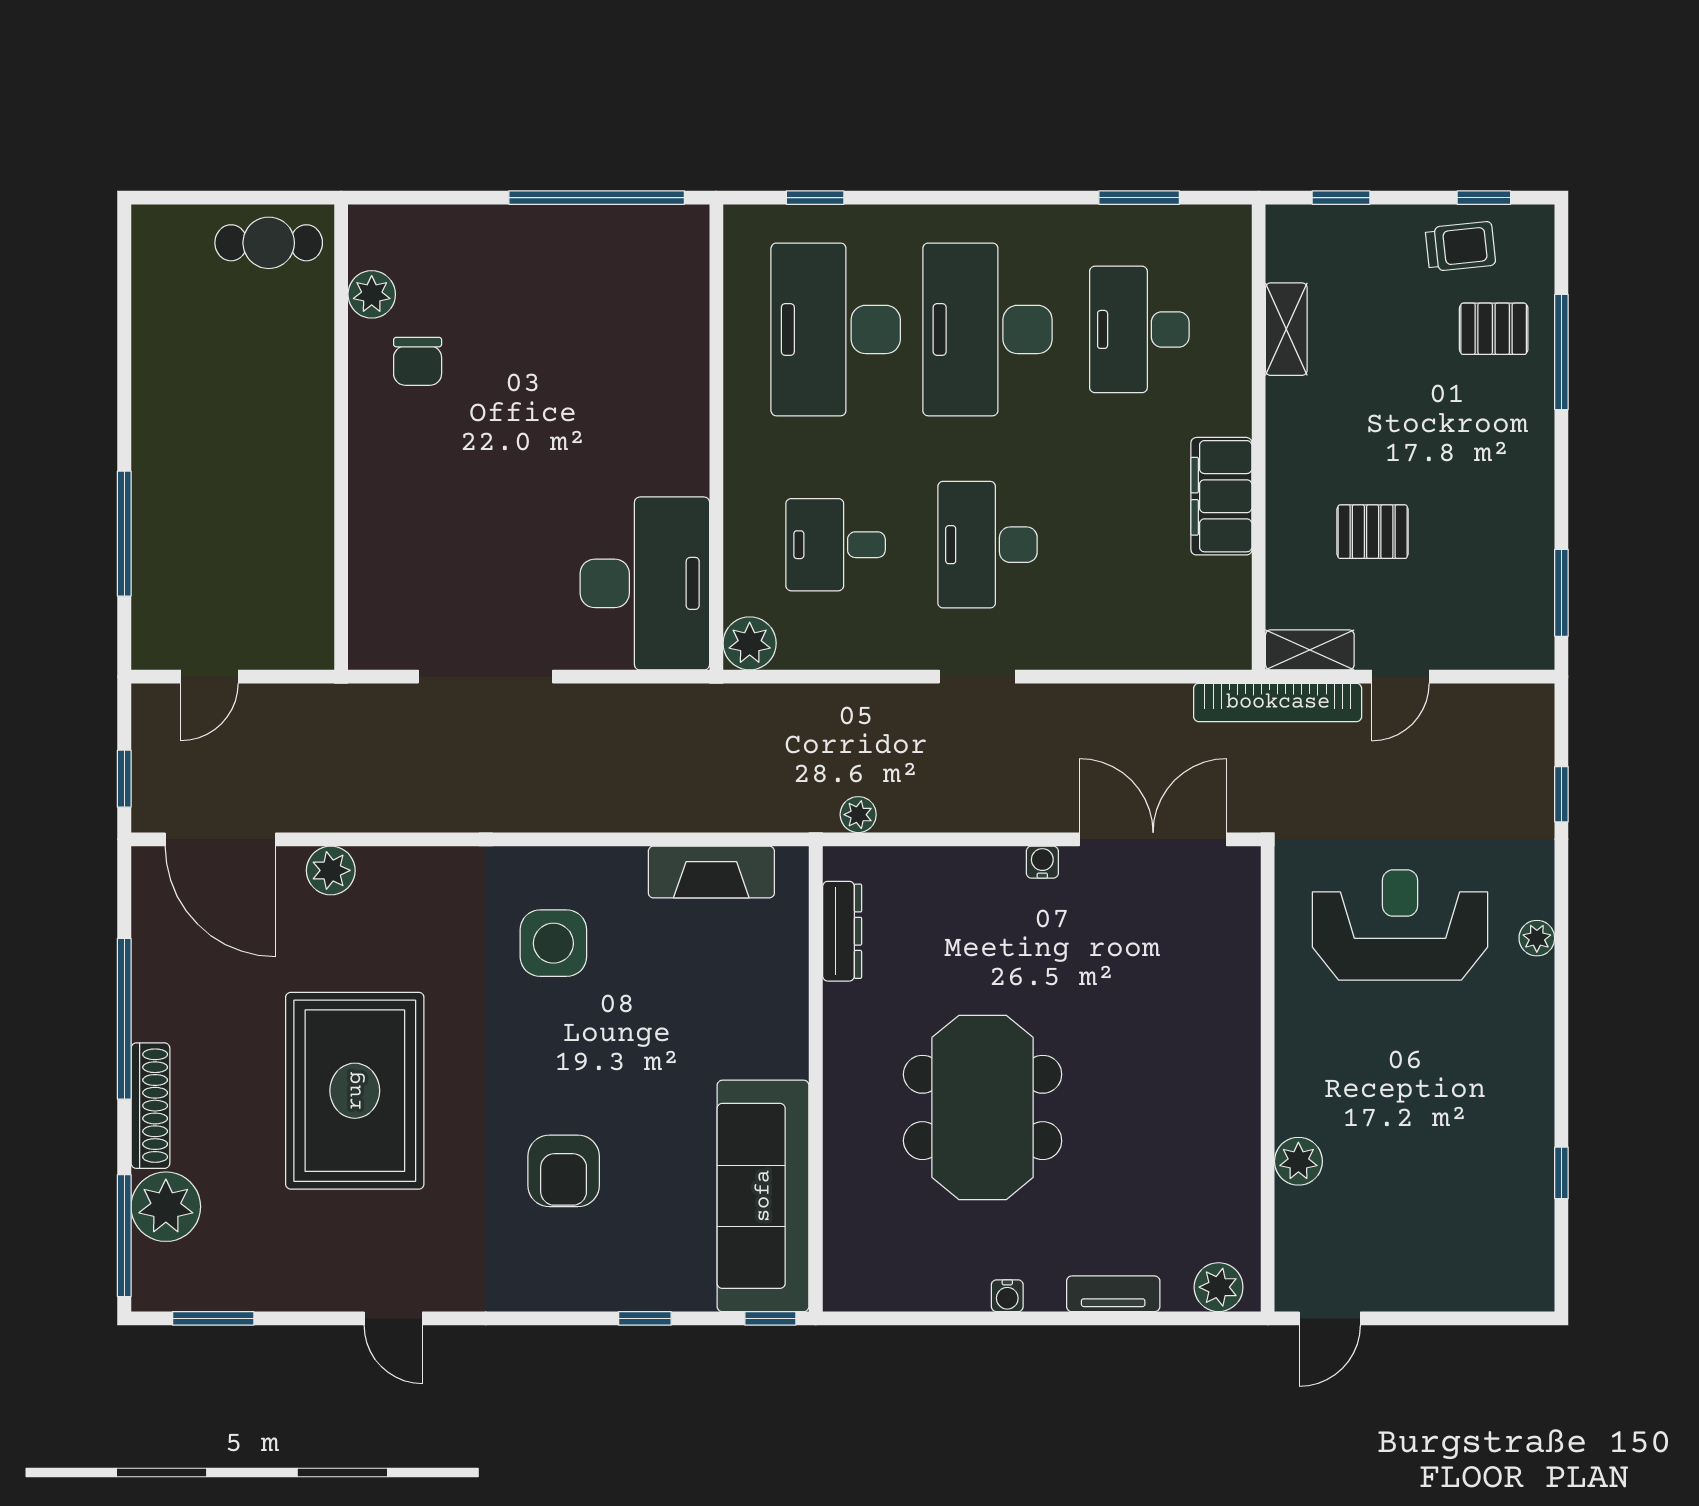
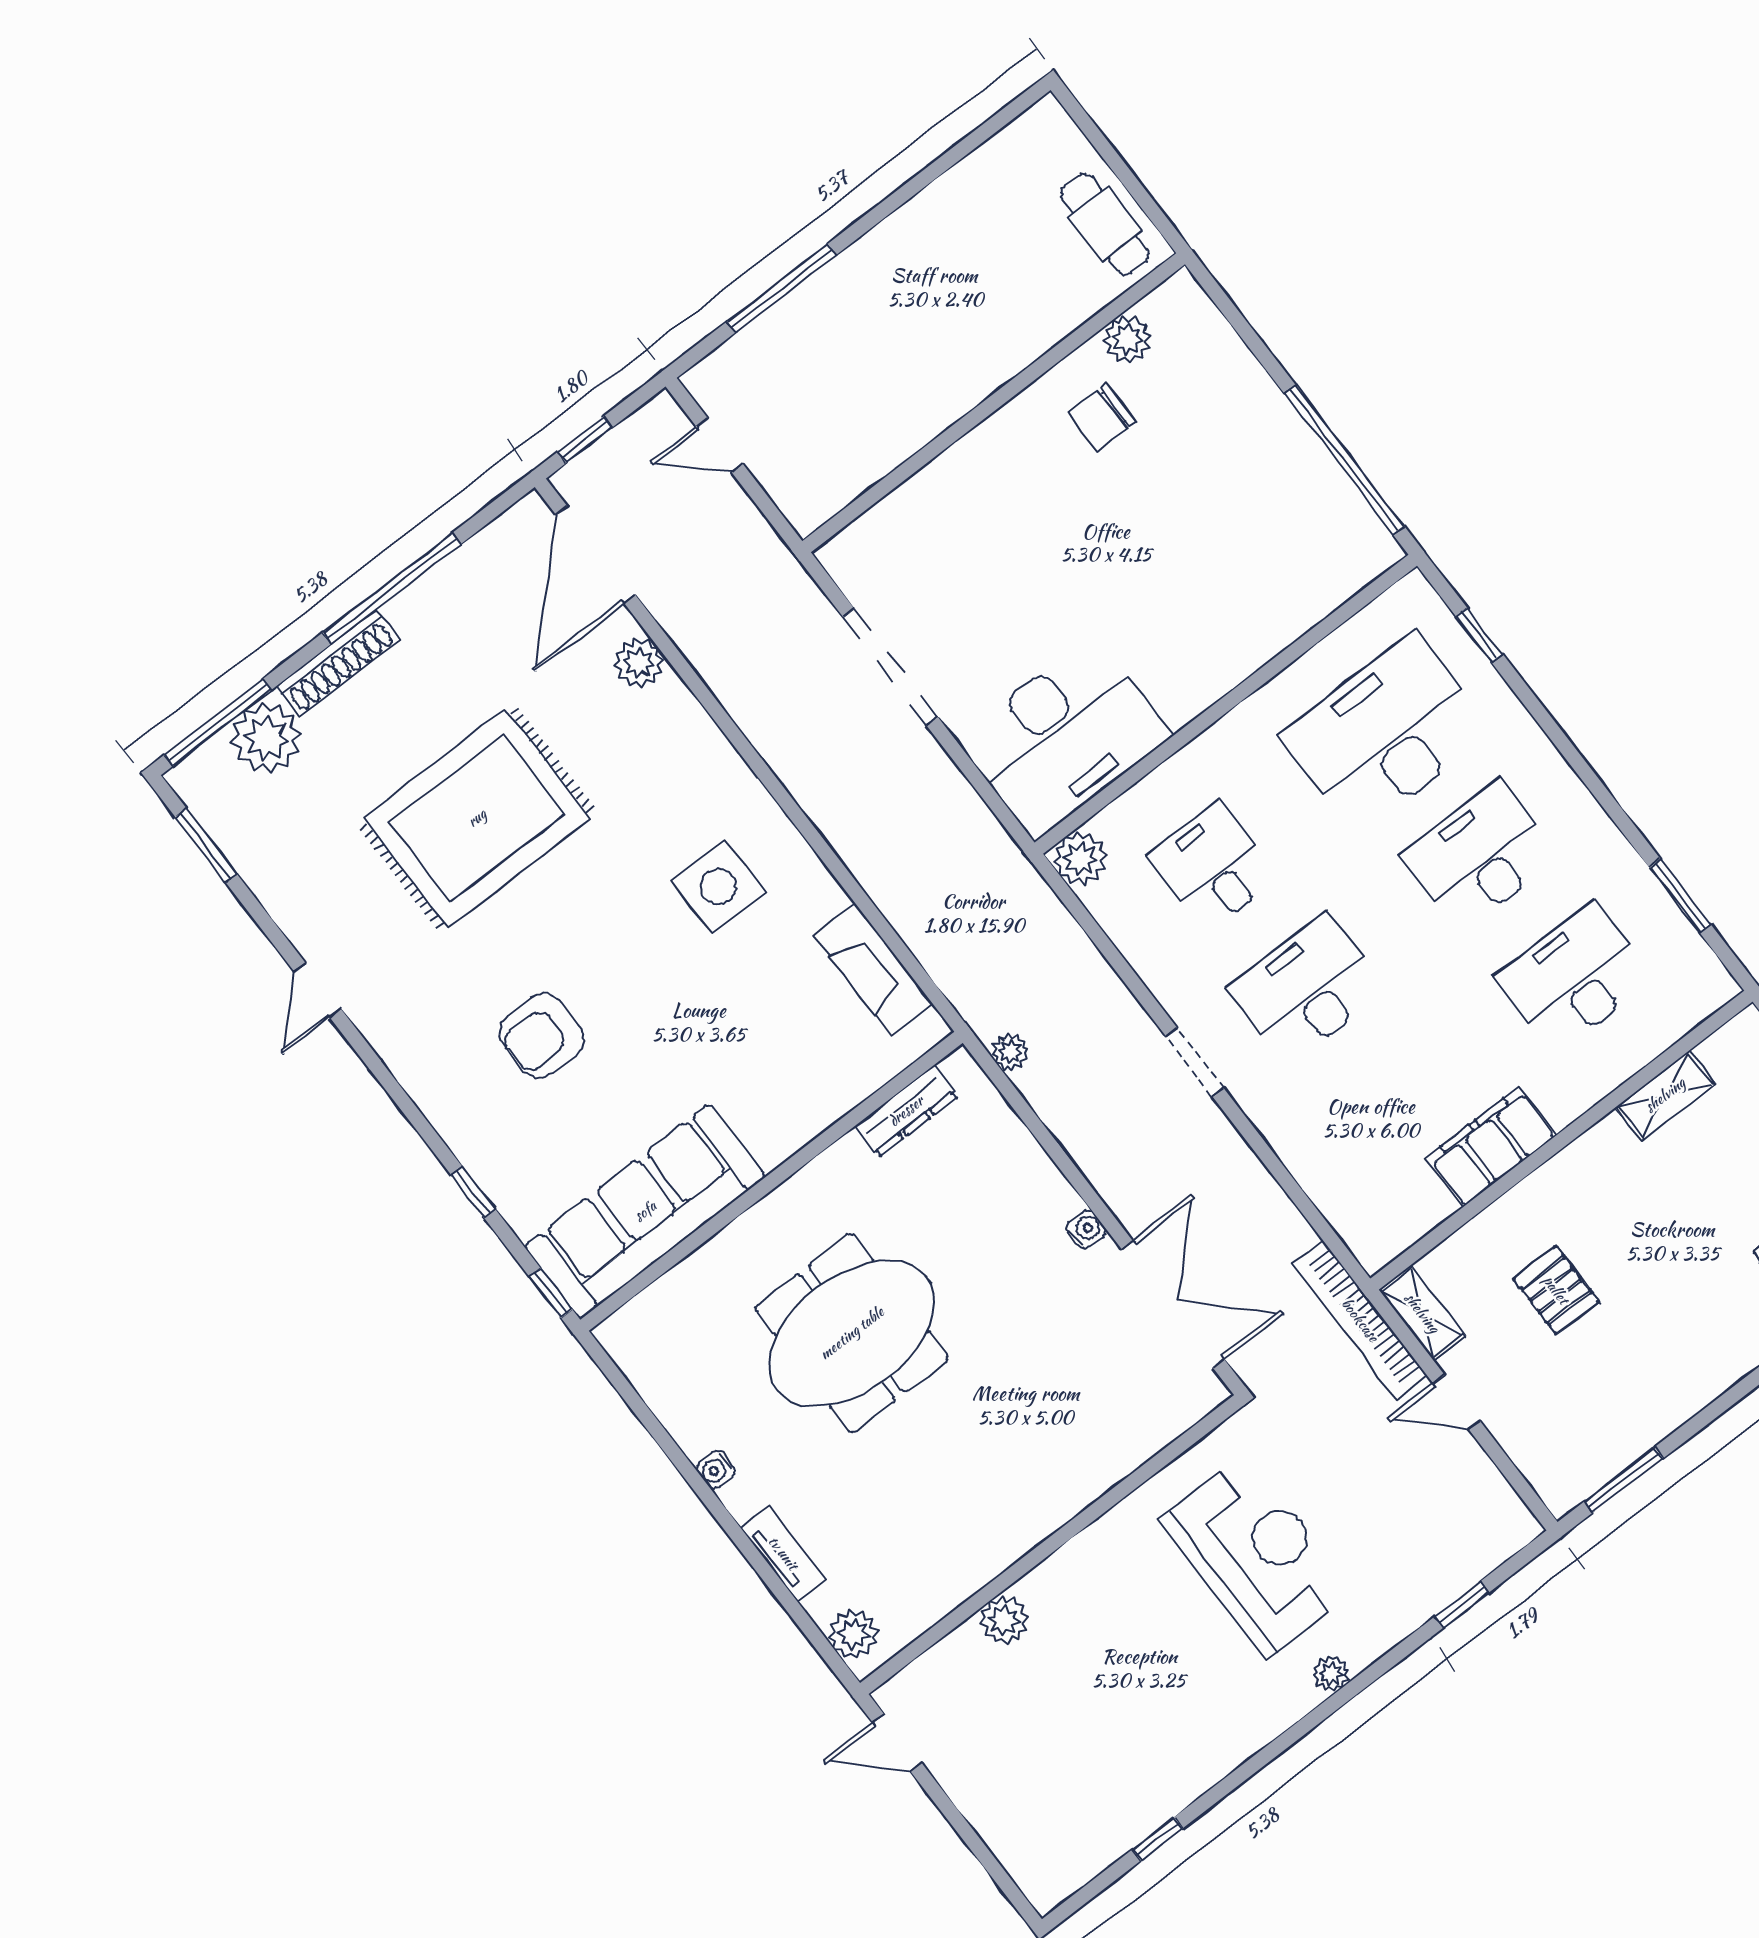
desk: (987, 329) -> (1480, 856), width x0.73, depth x0.77

